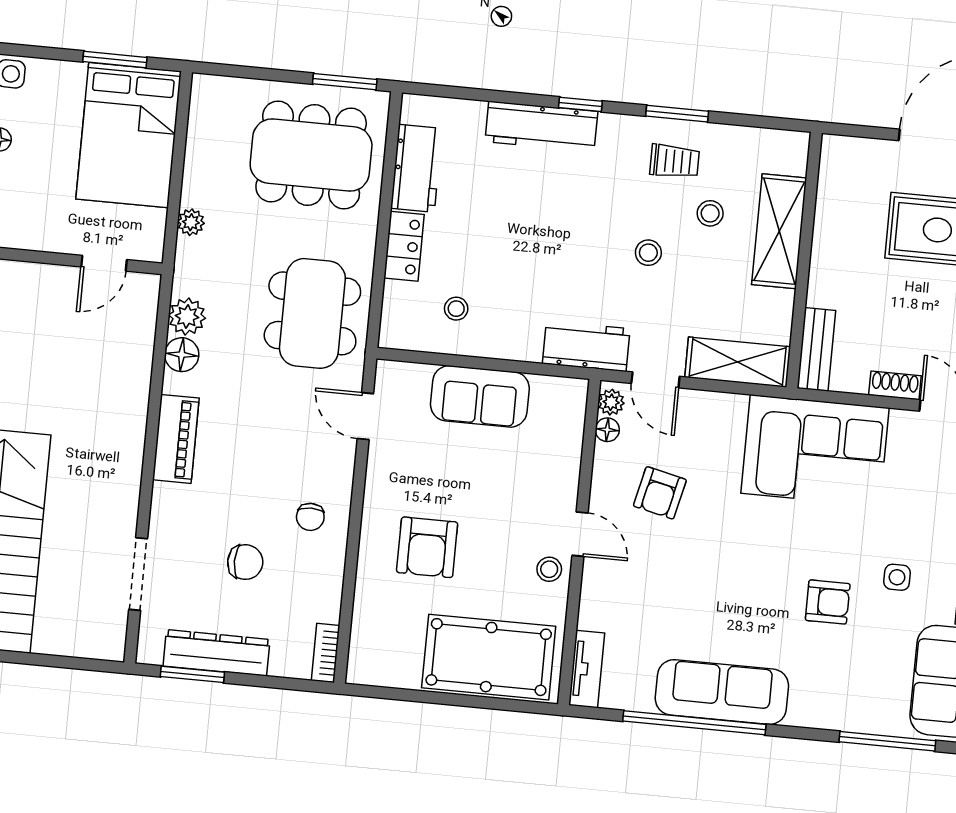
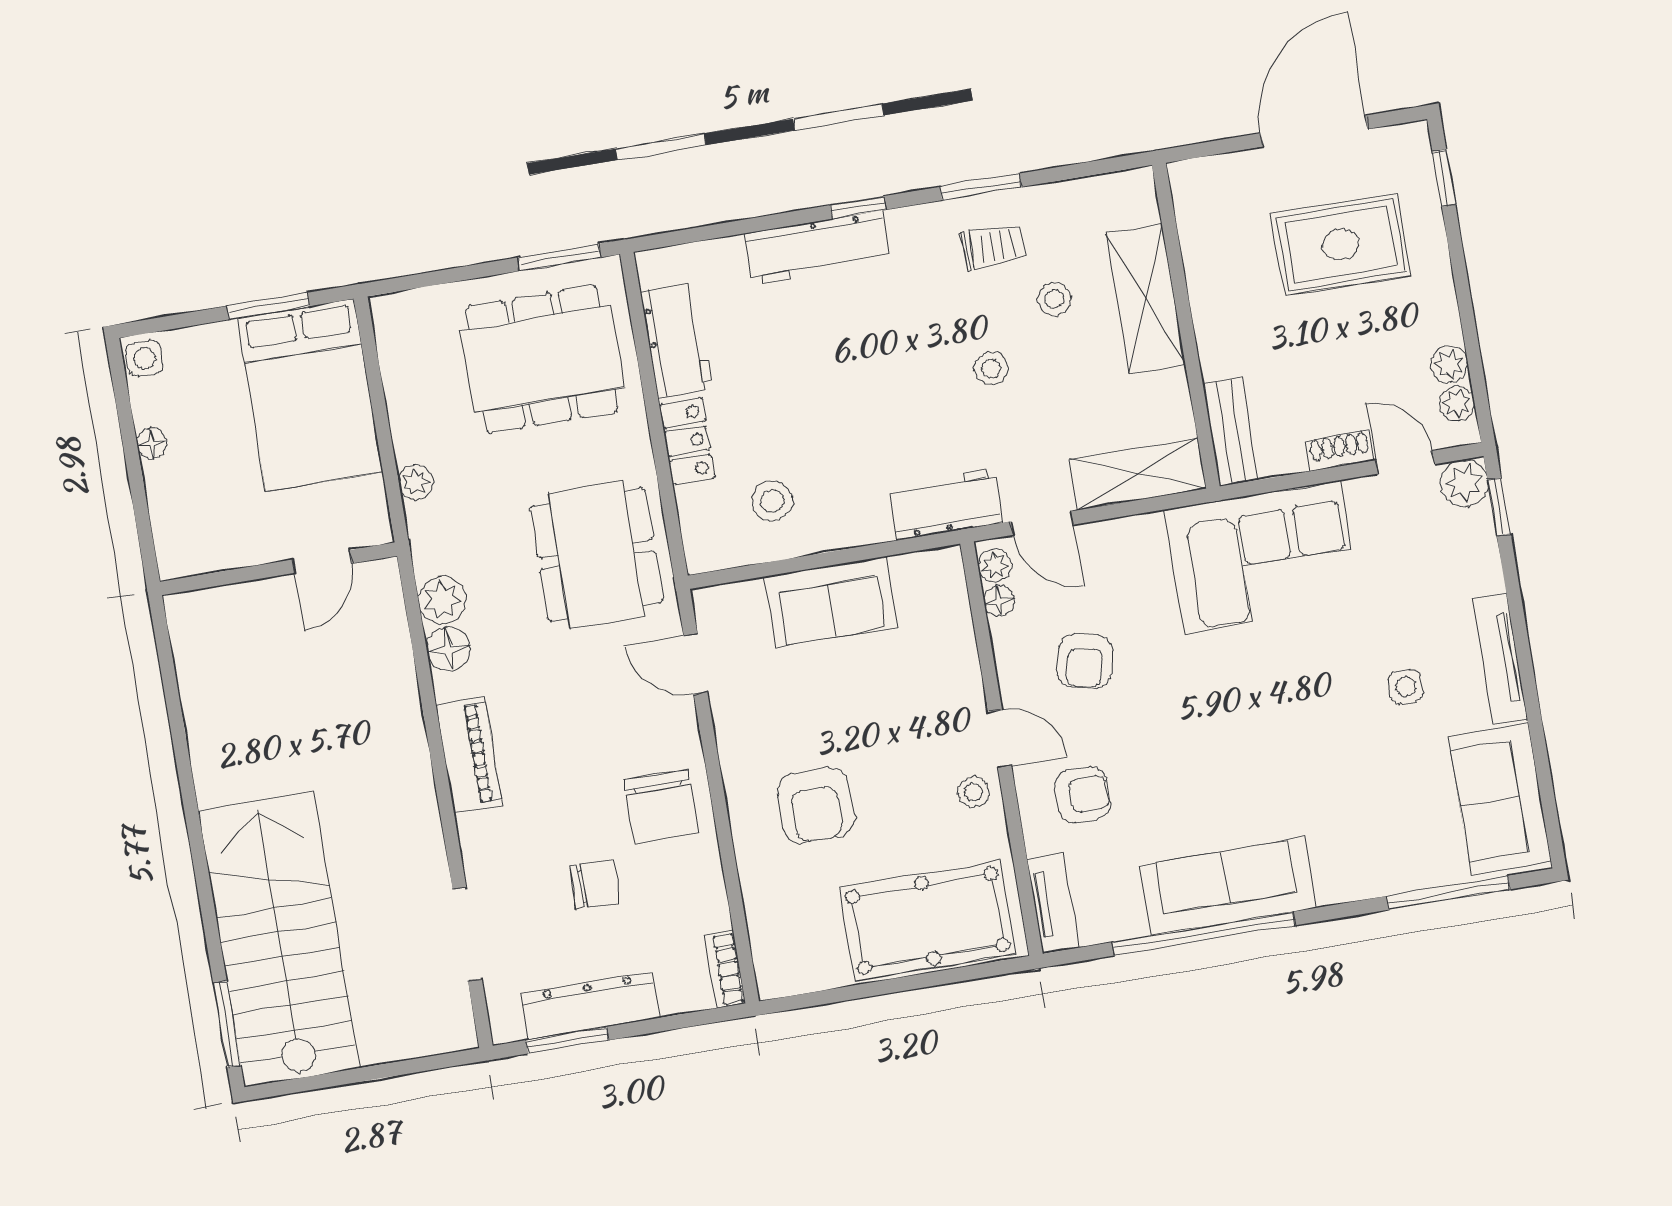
stool: (456, 309) -> (772, 501), width x1.37, depth x1.37
chair: (310, 517) -> (661, 807), width x1.87, depth x1.87
armchair: (828, 602) -> (1082, 795), moved

